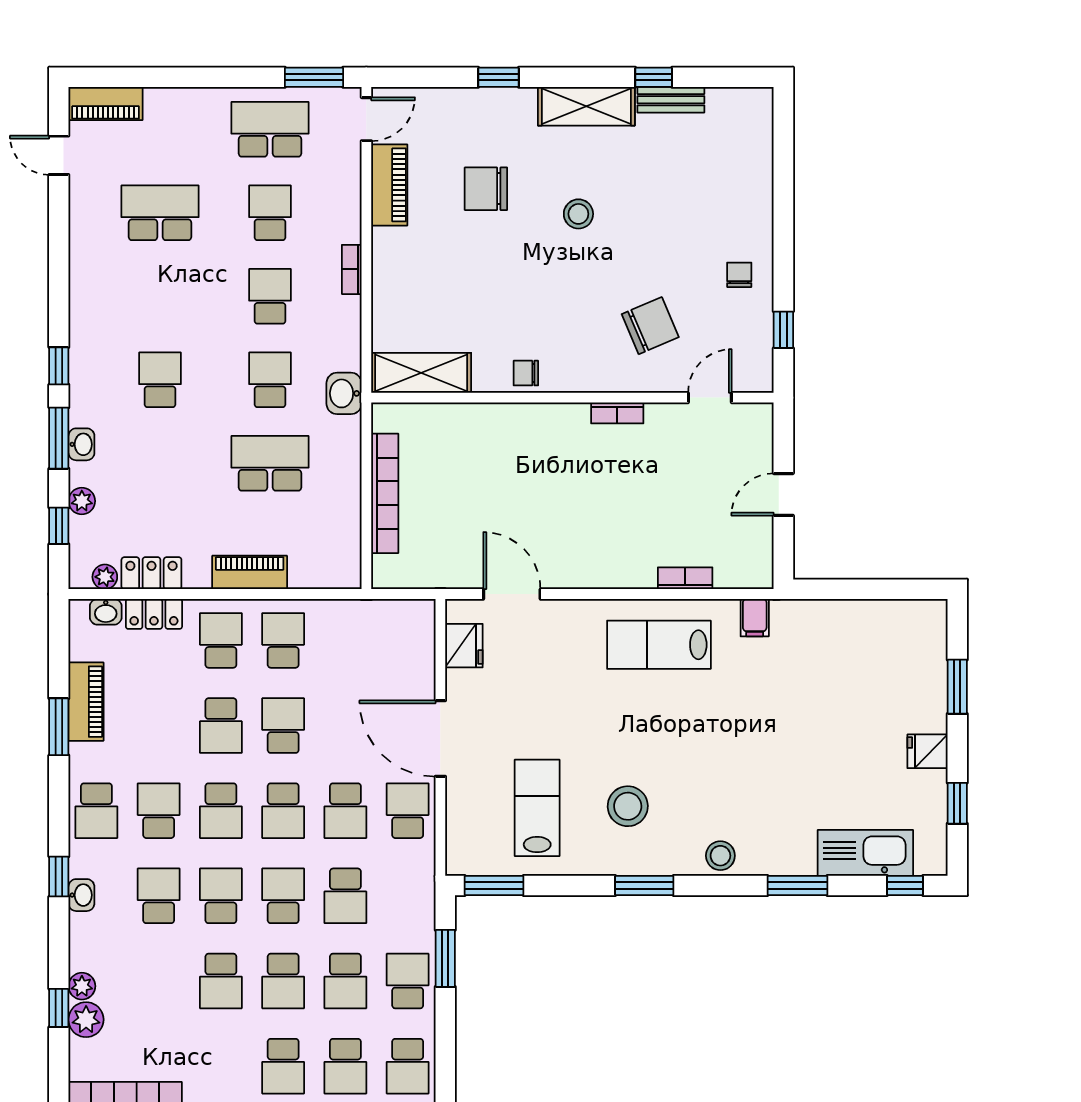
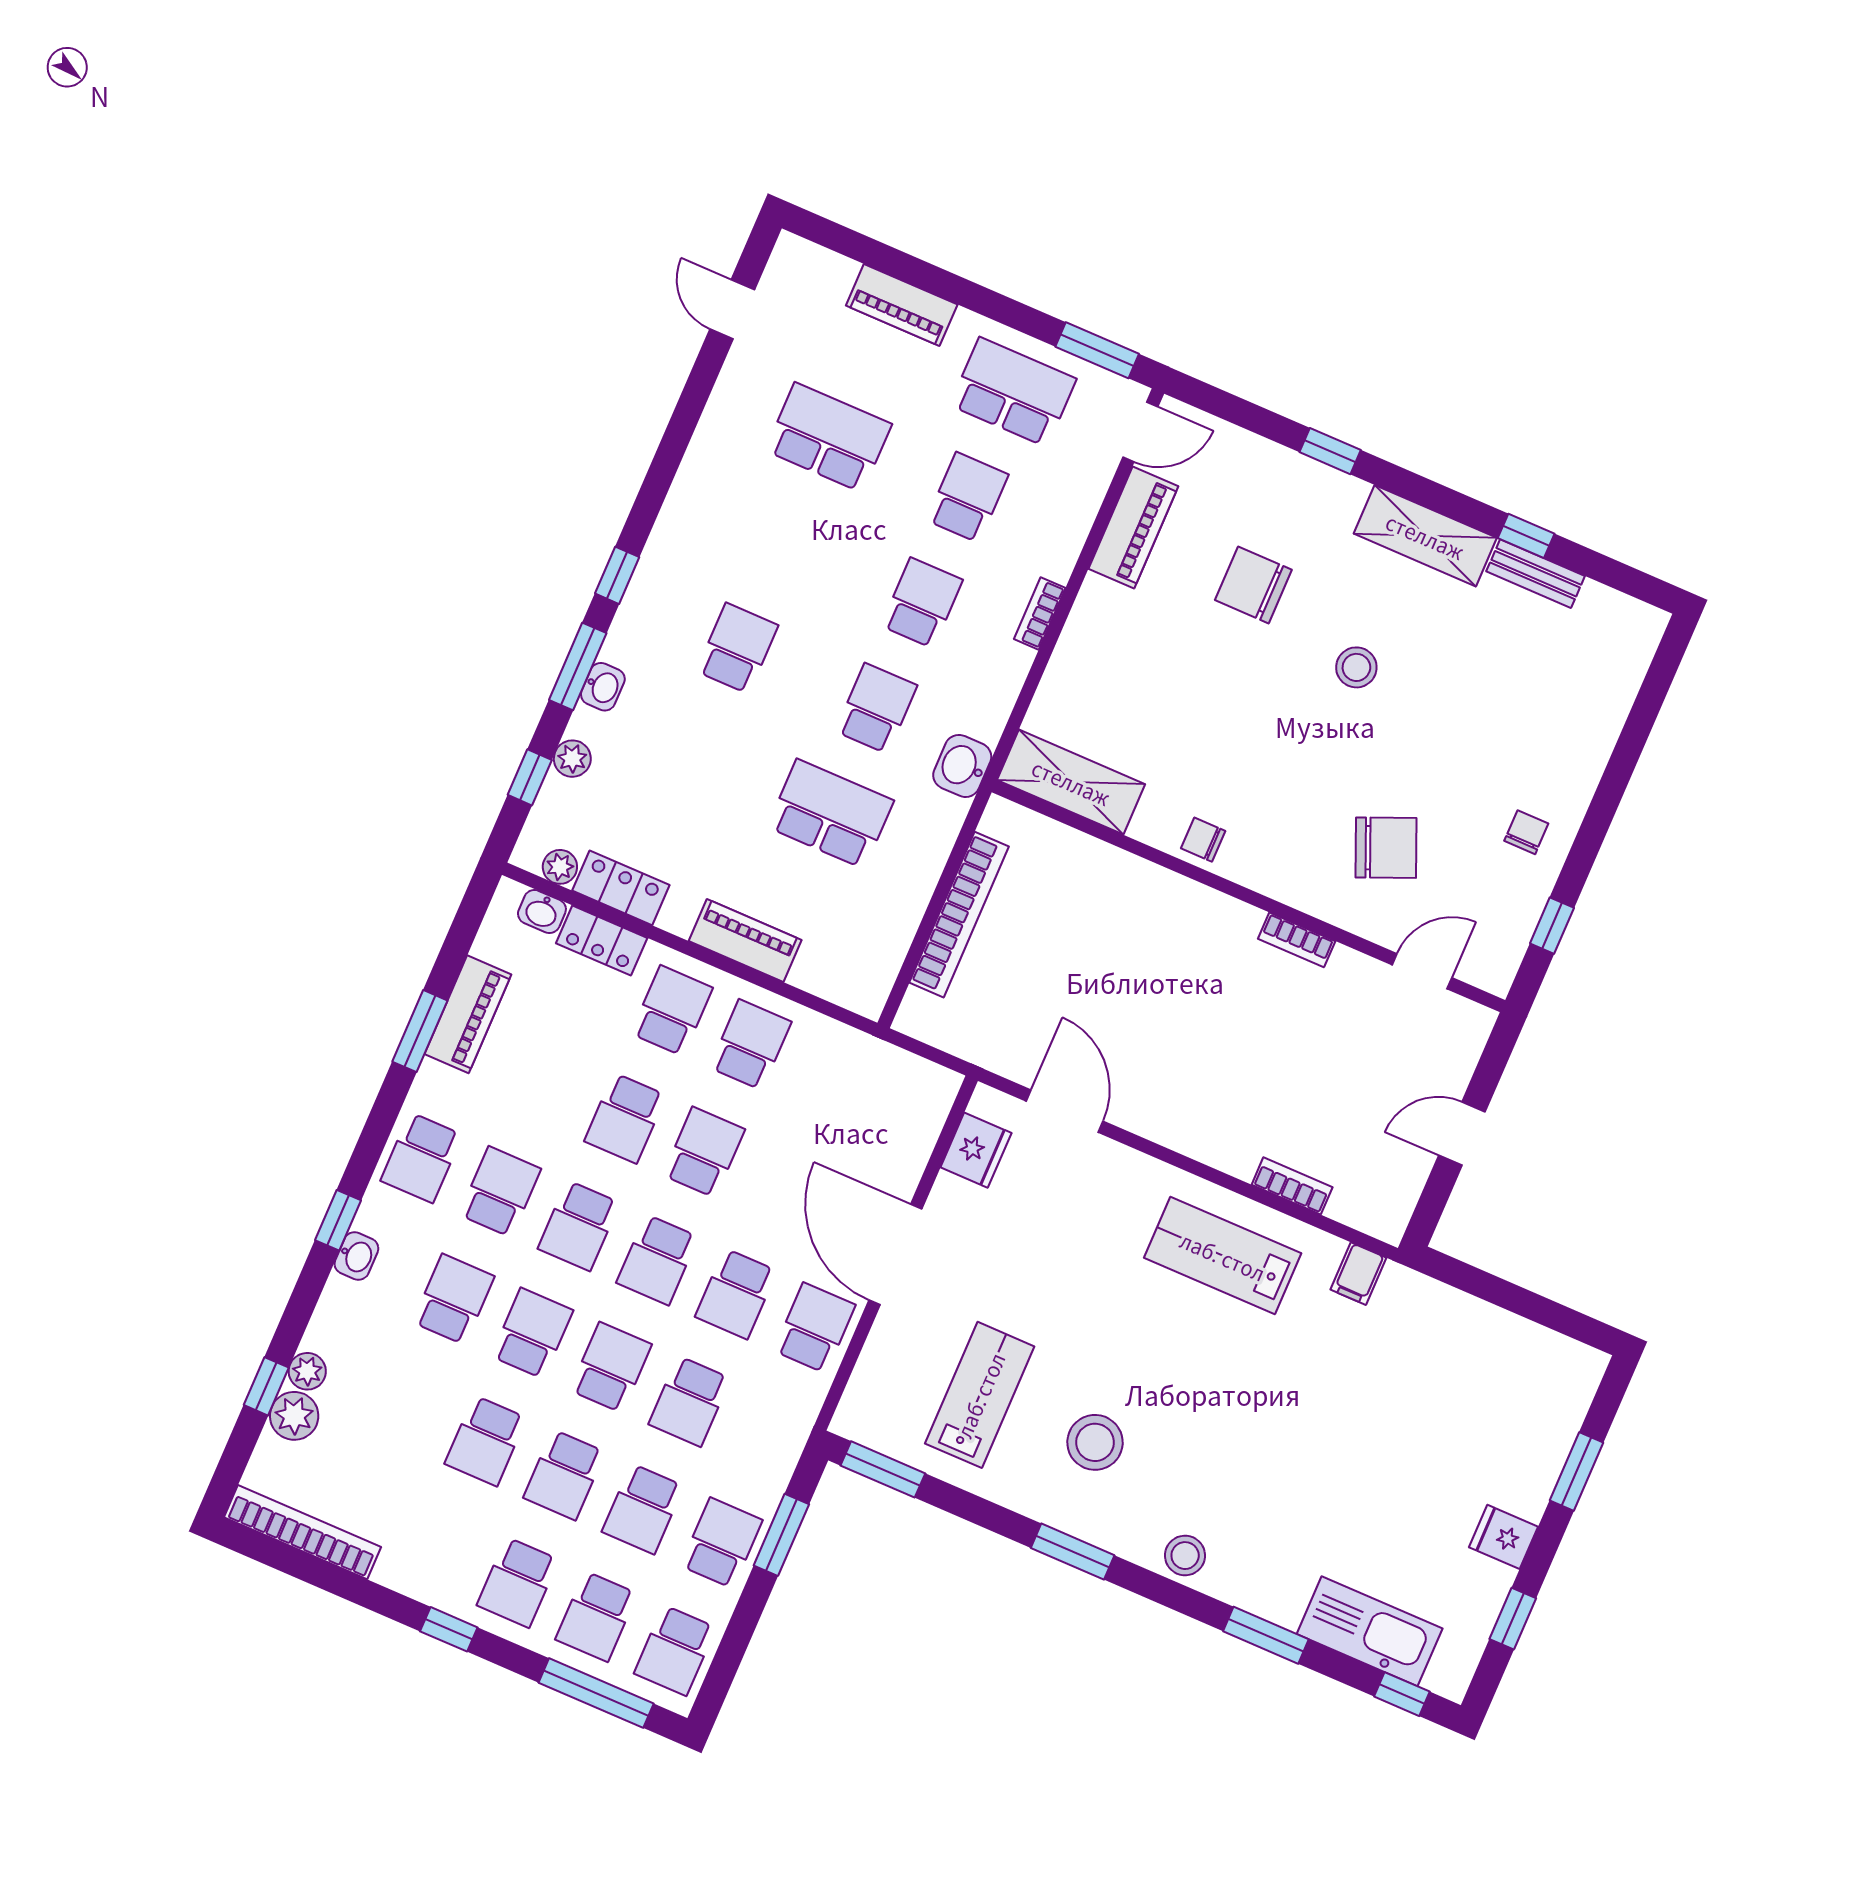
piano: (106, 103) -> (902, 305), moved

